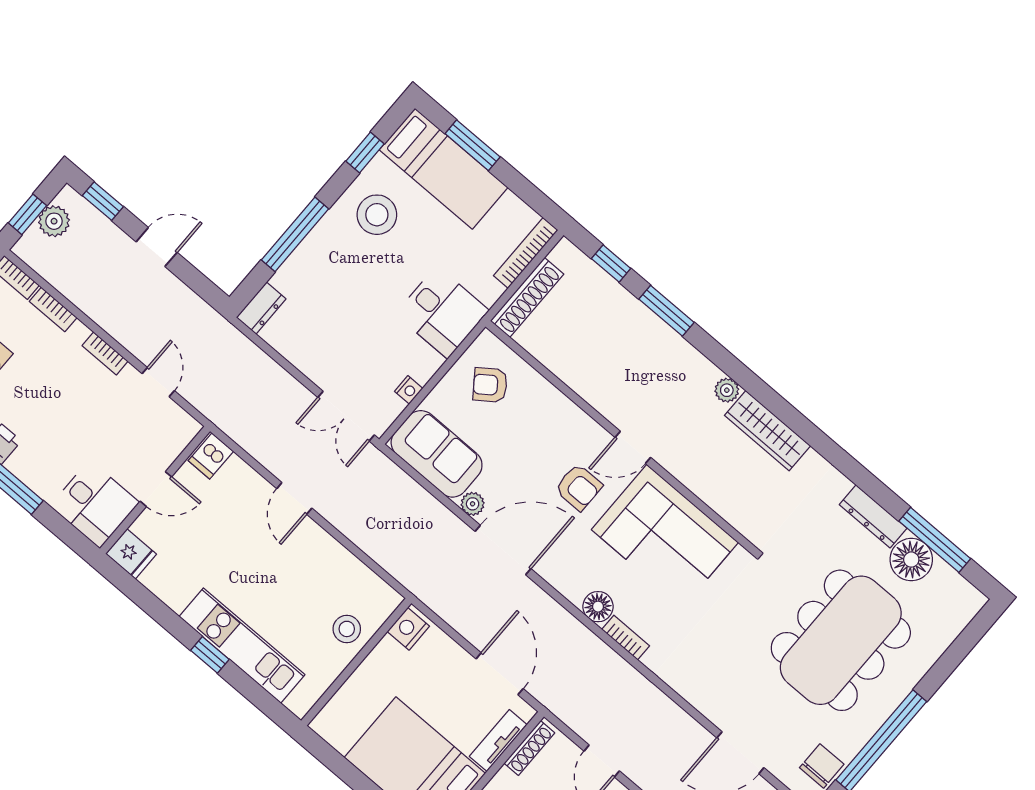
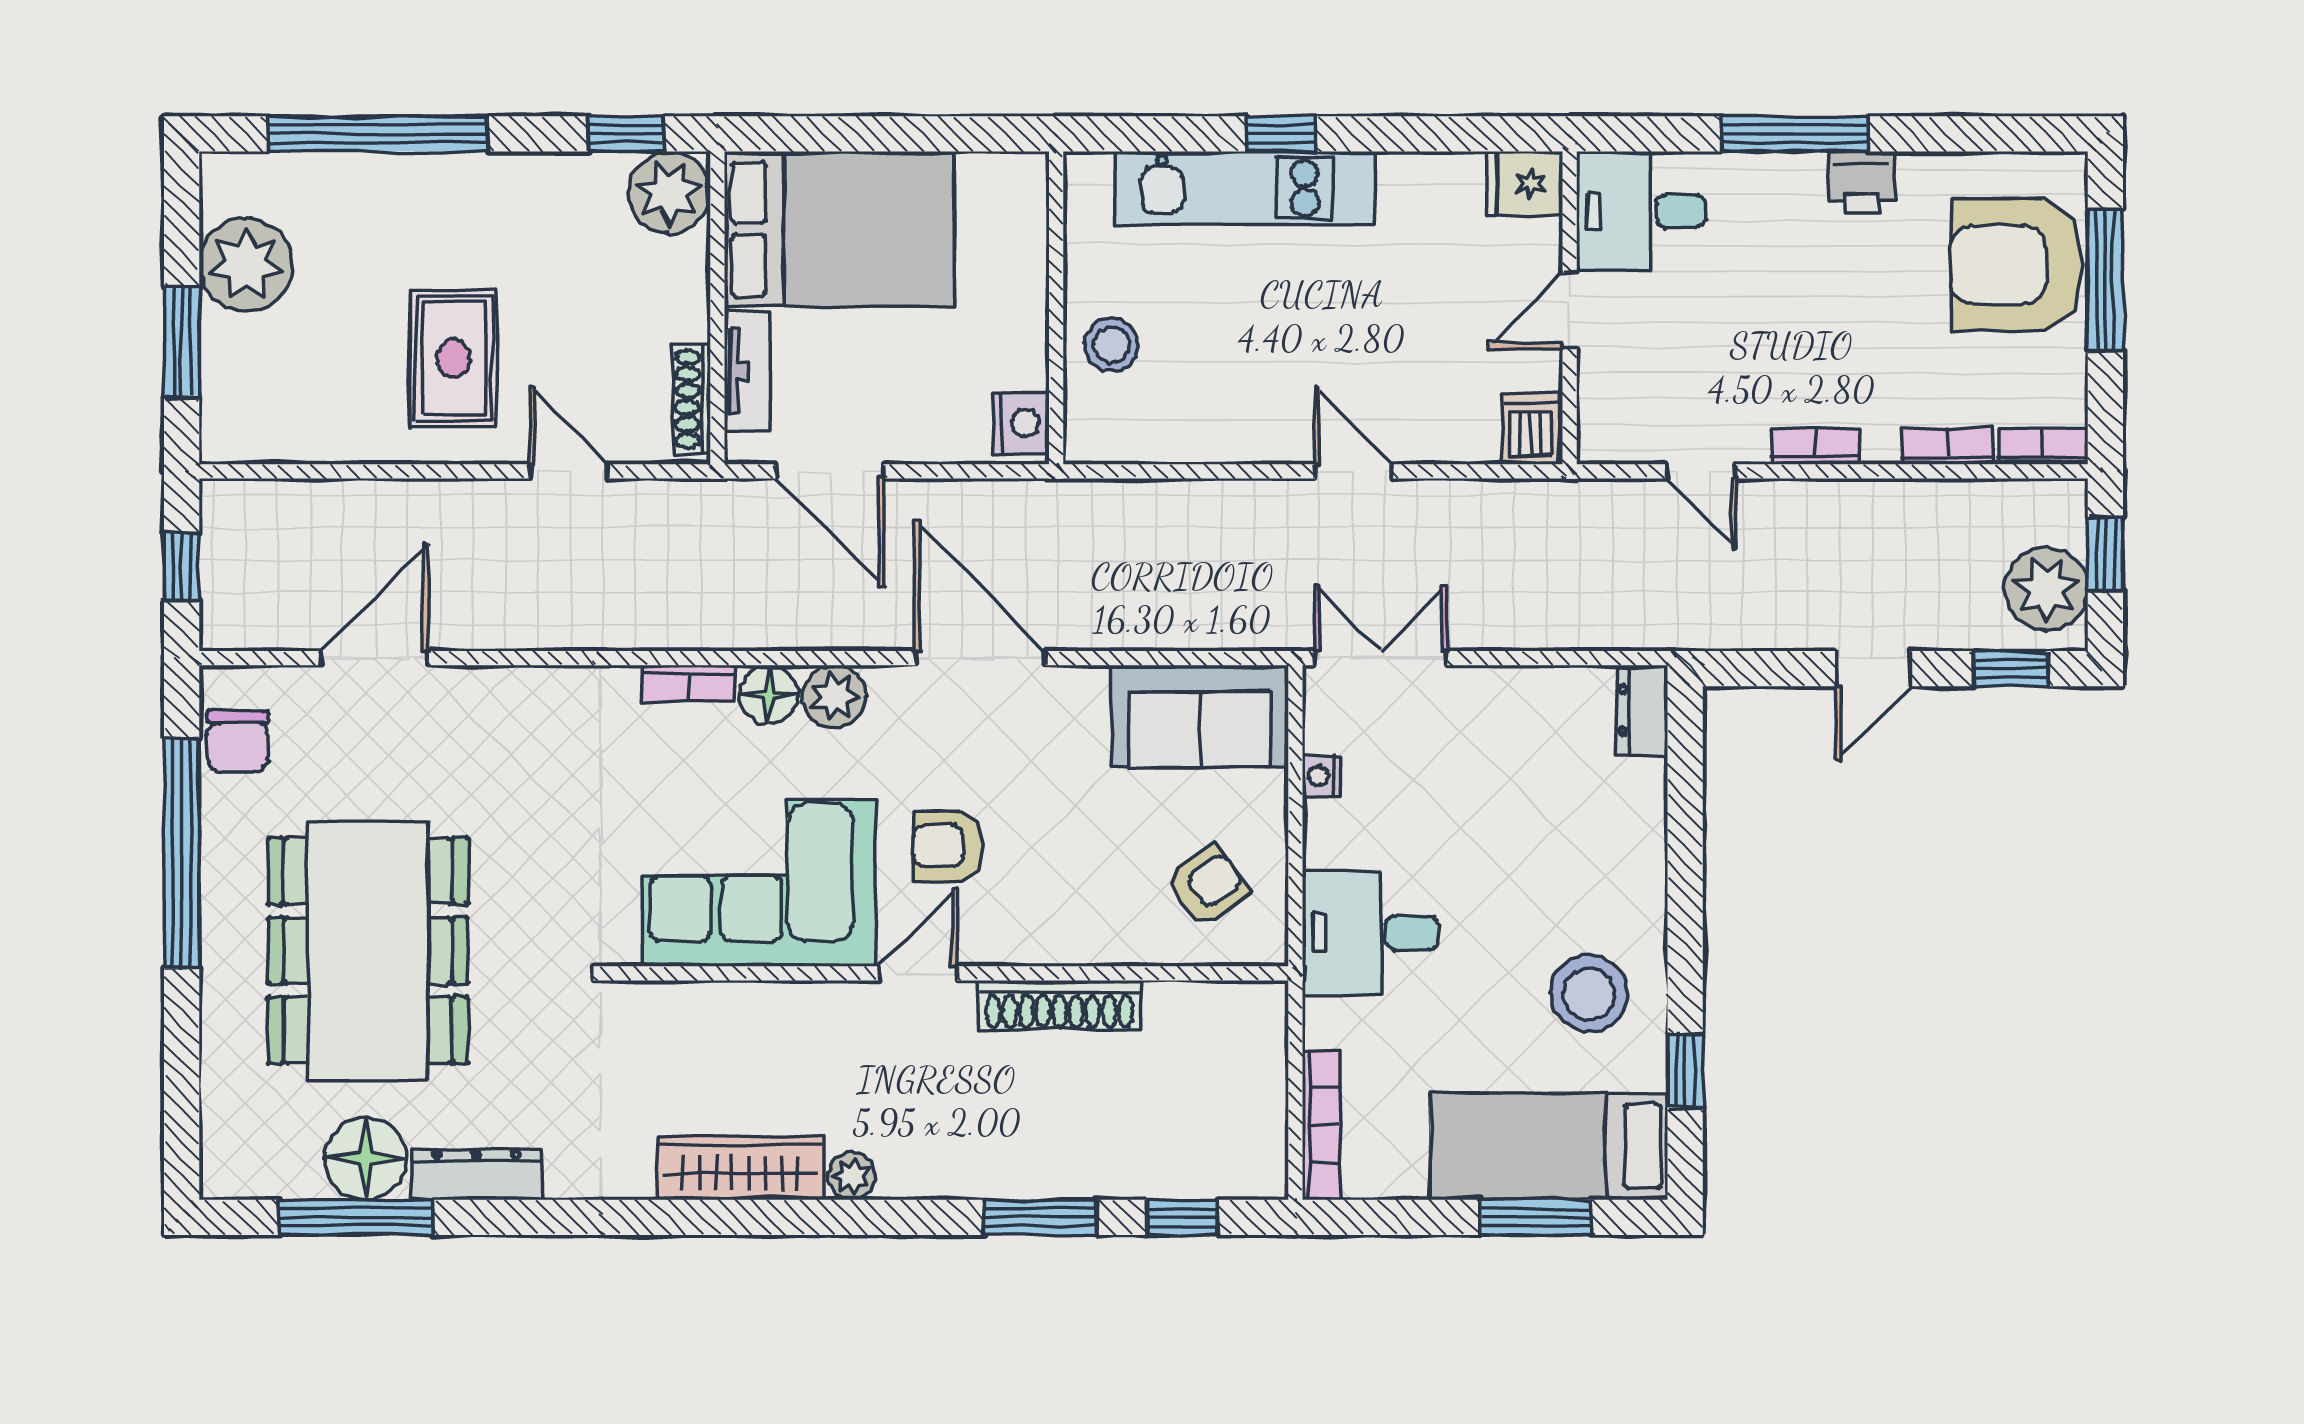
plant: (54, 221) -> (2046, 589), width x1.36, depth x1.36
window: (295, 234) -> (1685, 862), removed
shoe rack: (527, 297) -> (1059, 1005), moved, turned -90
plant: (473, 504) -> (834, 697), moved, width x1.38, depth x1.38
door: (503, 550) -> (980, 658), swing flipped

